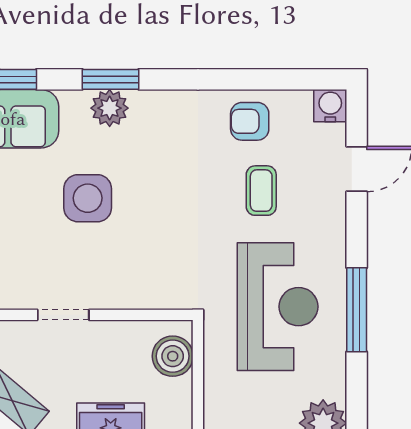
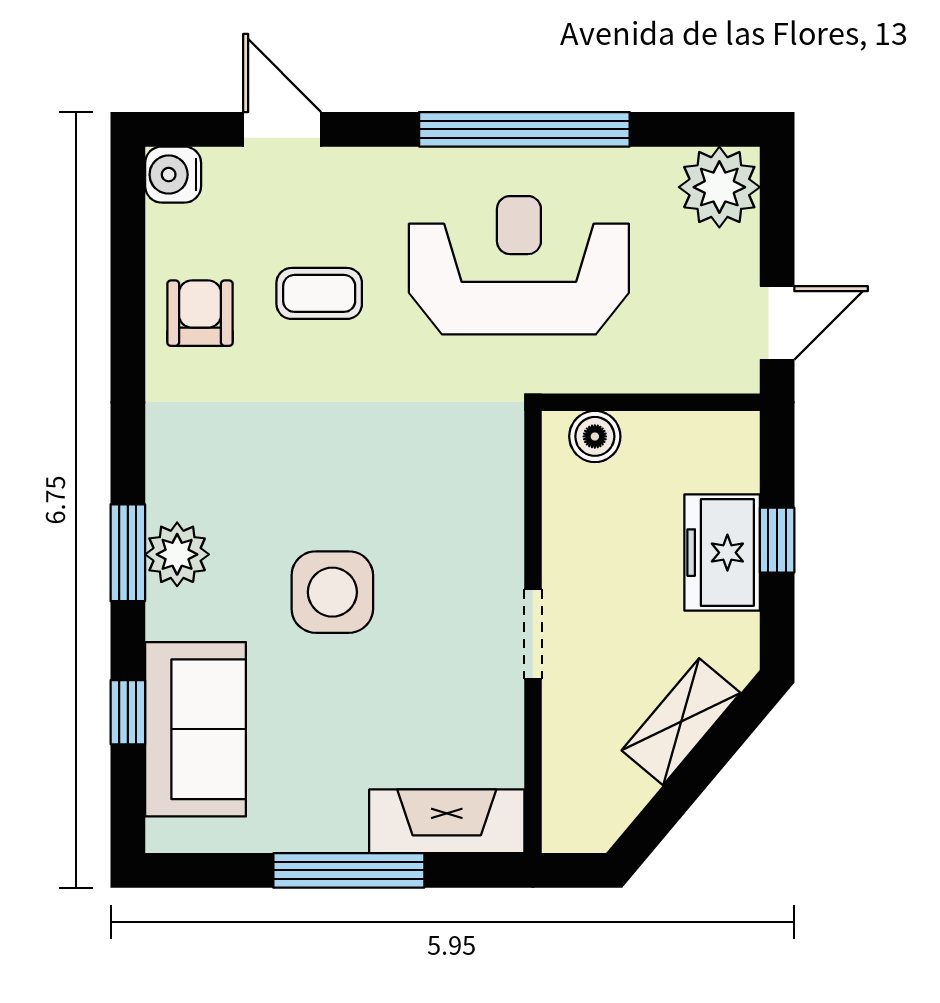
armchair: (250, 121) -> (200, 313), turned 180
window: (357, 310) -> (524, 129), width x1.46
boiler: (173, 356) -> (595, 436), width x0.73, depth x0.73

